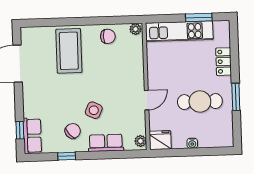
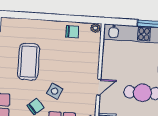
coffee table: (69, 51) -> (29, 62), moved

